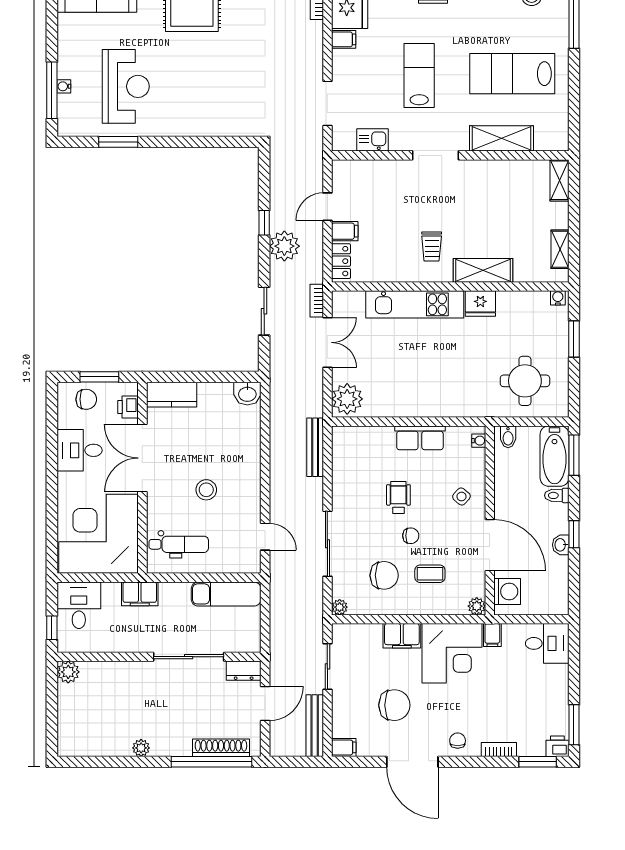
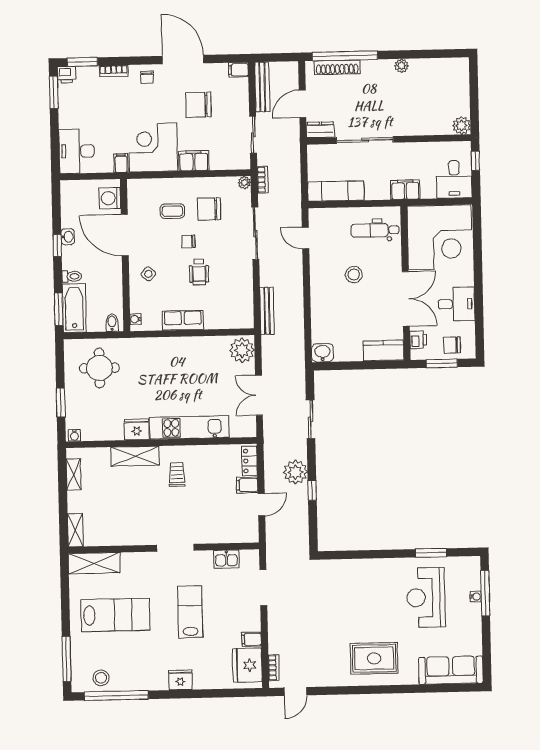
lab bench: (419, 75) -> (190, 612), turned 180
shelving: (502, 138) -> (94, 563), moved
bookcase: (317, 301) -> (263, 180), moved
plant: (477, 606) -> (134, 186), removed
desk: (547, 643) -> (77, 151), width x1.37

